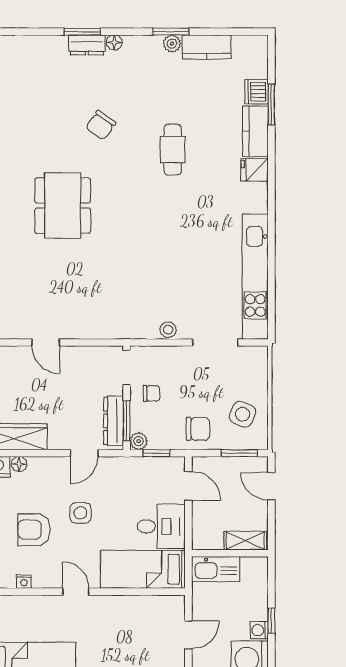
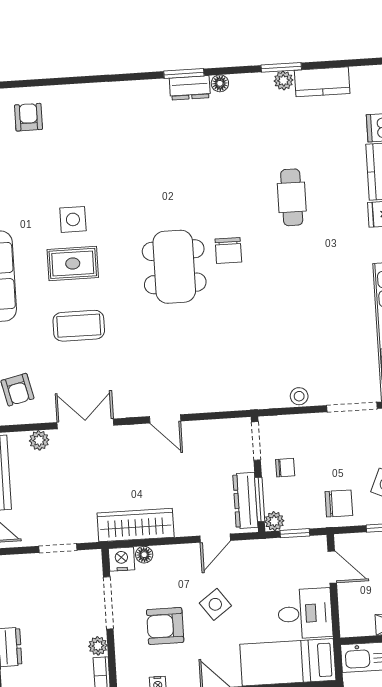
chair: (101, 125) -> (228, 251), moved, turned -35
side table: (81, 513) -> (215, 604), turned -36

